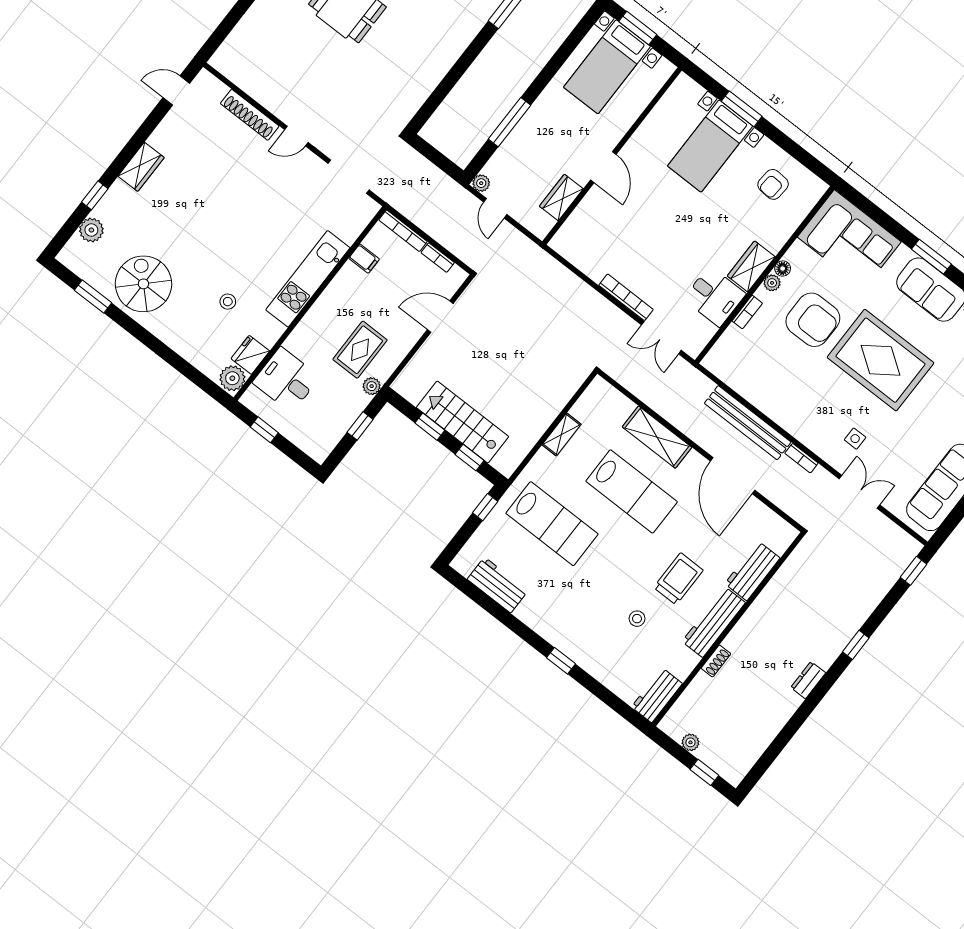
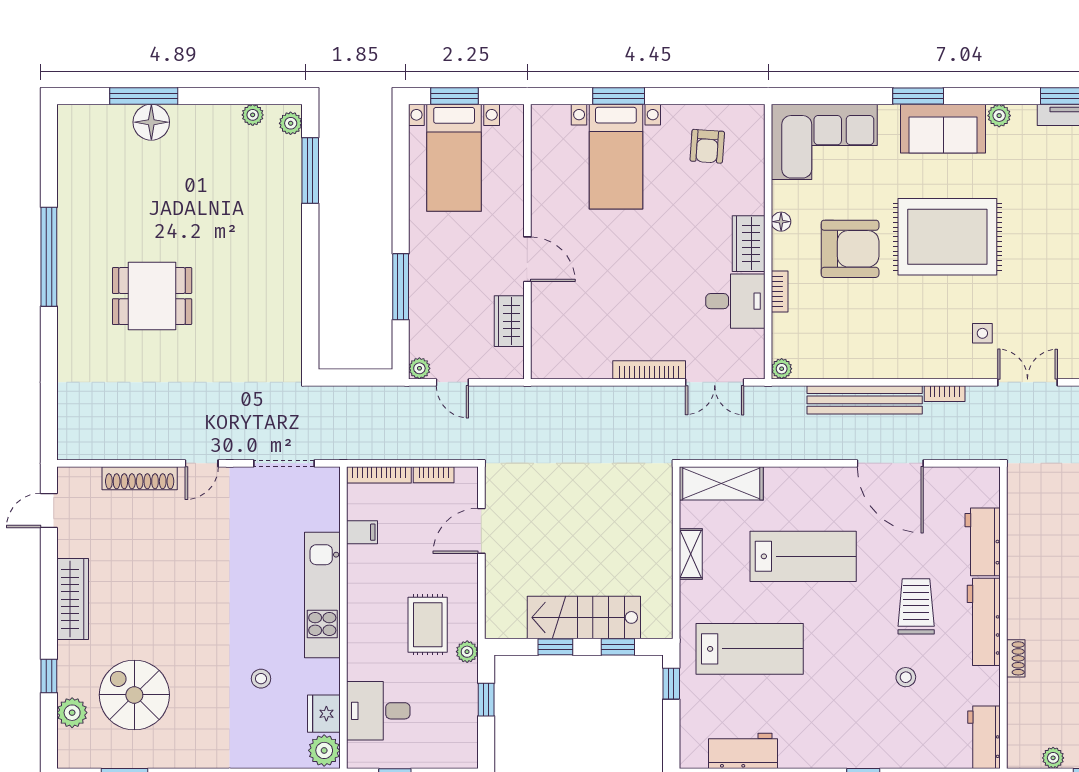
wardrobe: (141, 167) -> (73, 599), width x1.50
plant: (772, 283) -> (782, 369), moved
spiral stairs: (143, 284) -> (134, 695), moved
shelving: (657, 437) -> (721, 483), moved

